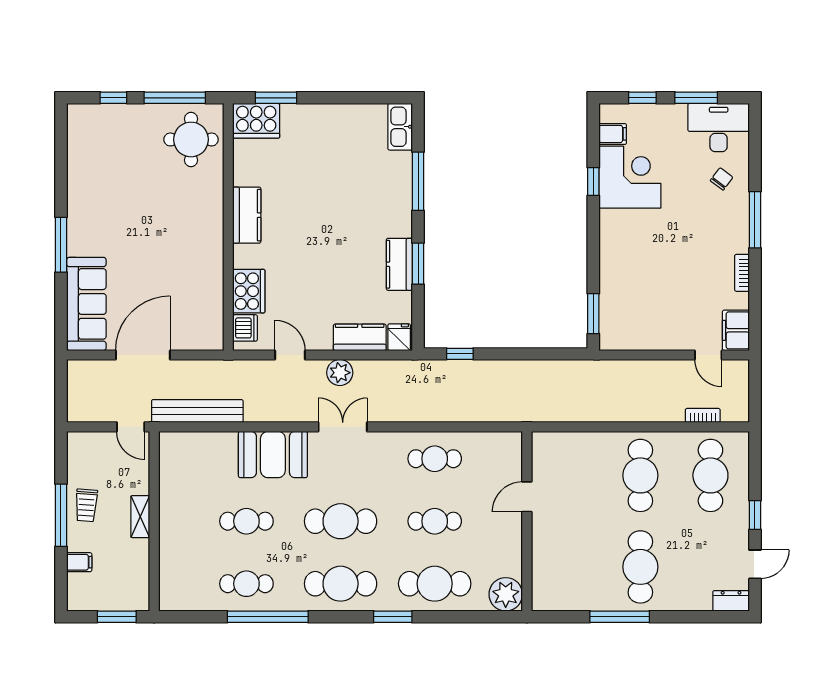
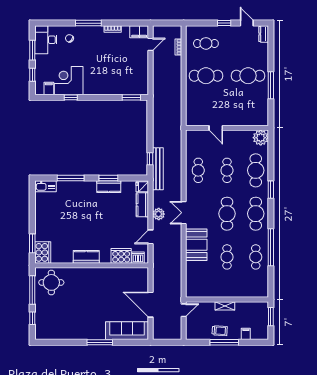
bench: (197, 411) -> (158, 169), moved
cafe table: (710, 475) -> (206, 43), width x0.73, depth x0.74

